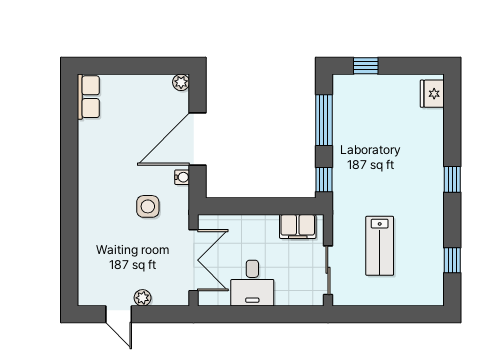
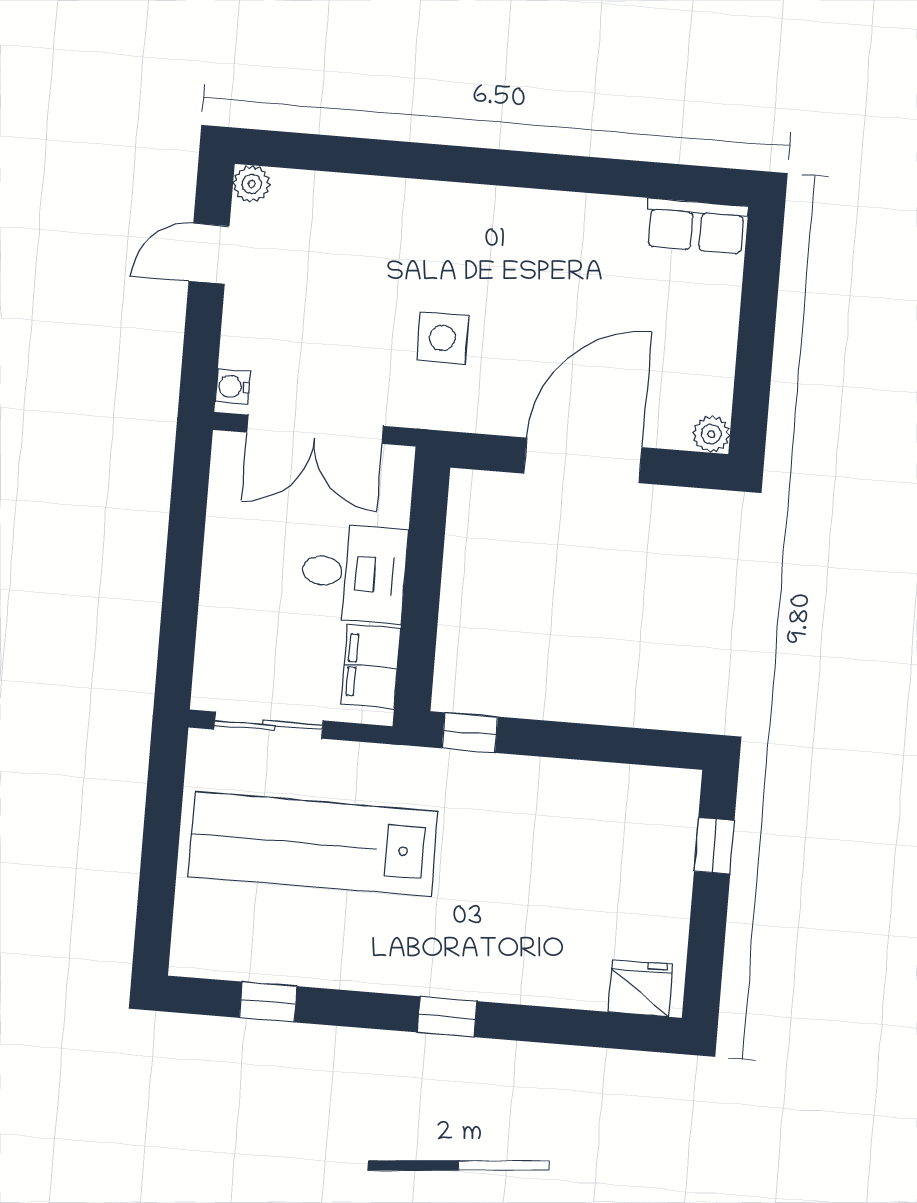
window: (324, 120) -> (602, 743), removed
door: (198, 139) -> (583, 460), hinge flipped
water cooler: (182, 177) -> (233, 387), moved, turned 90
lab bench: (380, 246) -> (313, 844), width x1.86, depth x1.39
desk: (252, 283) -> (354, 573), moved, turned 180
plant: (143, 298) -> (252, 184), moved

